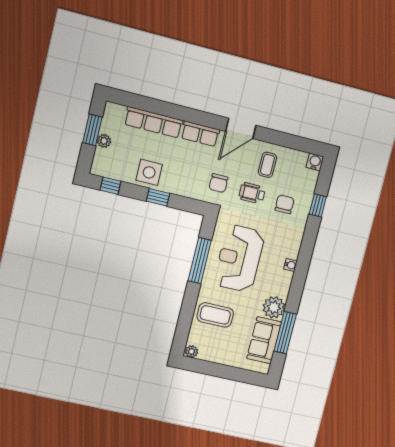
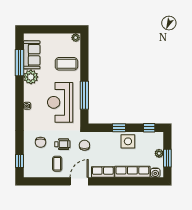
water cooler: (315, 162) -> (155, 173), moved
window: (318, 205) -> (19, 161), moved
reception desk: (239, 258) -> (60, 102), turned 180

